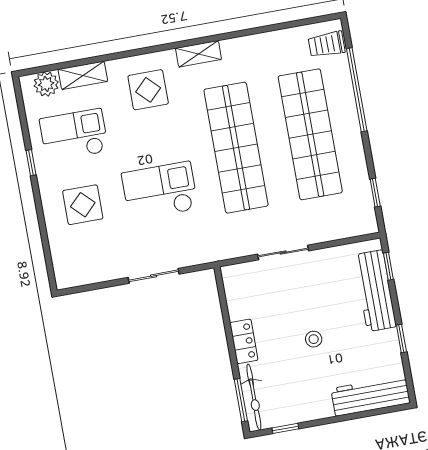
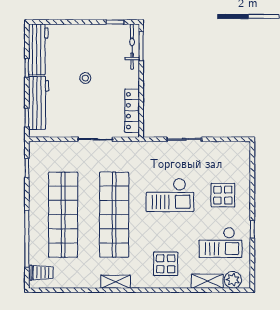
shelving: (198, 54) -> (116, 282), moved
locker: (244, 341) -> (132, 111), moved, width x1.53
workbench: (370, 396) -> (38, 49), moved, turned -90

